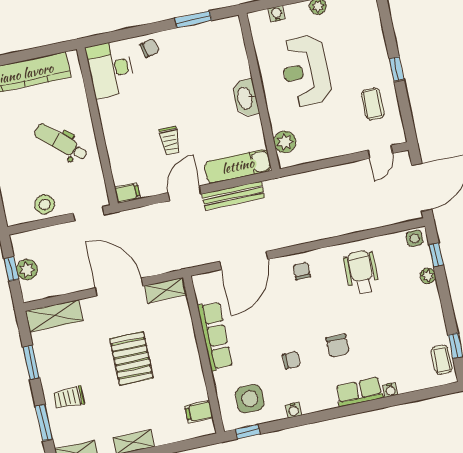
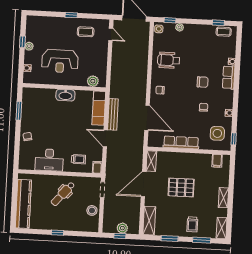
desk: (110, 69) -> (49, 160), moved
trolley: (170, 141) -> (78, 159), moved

